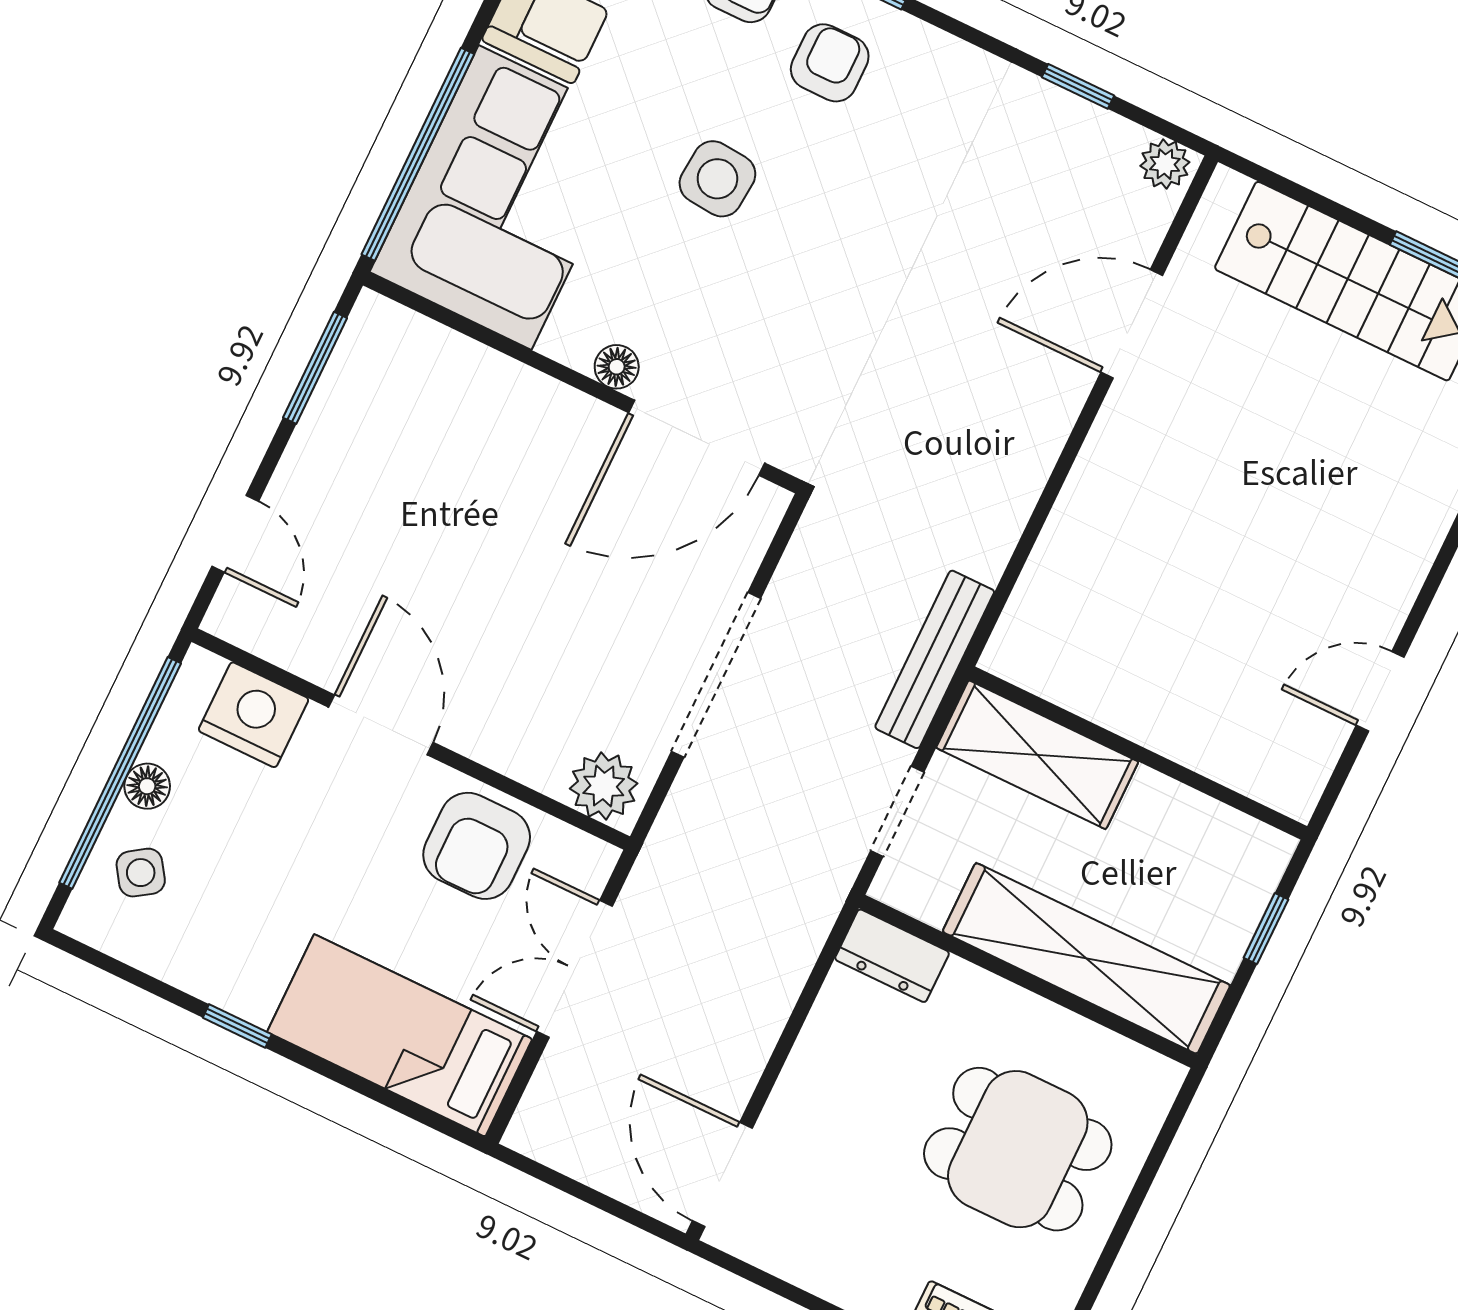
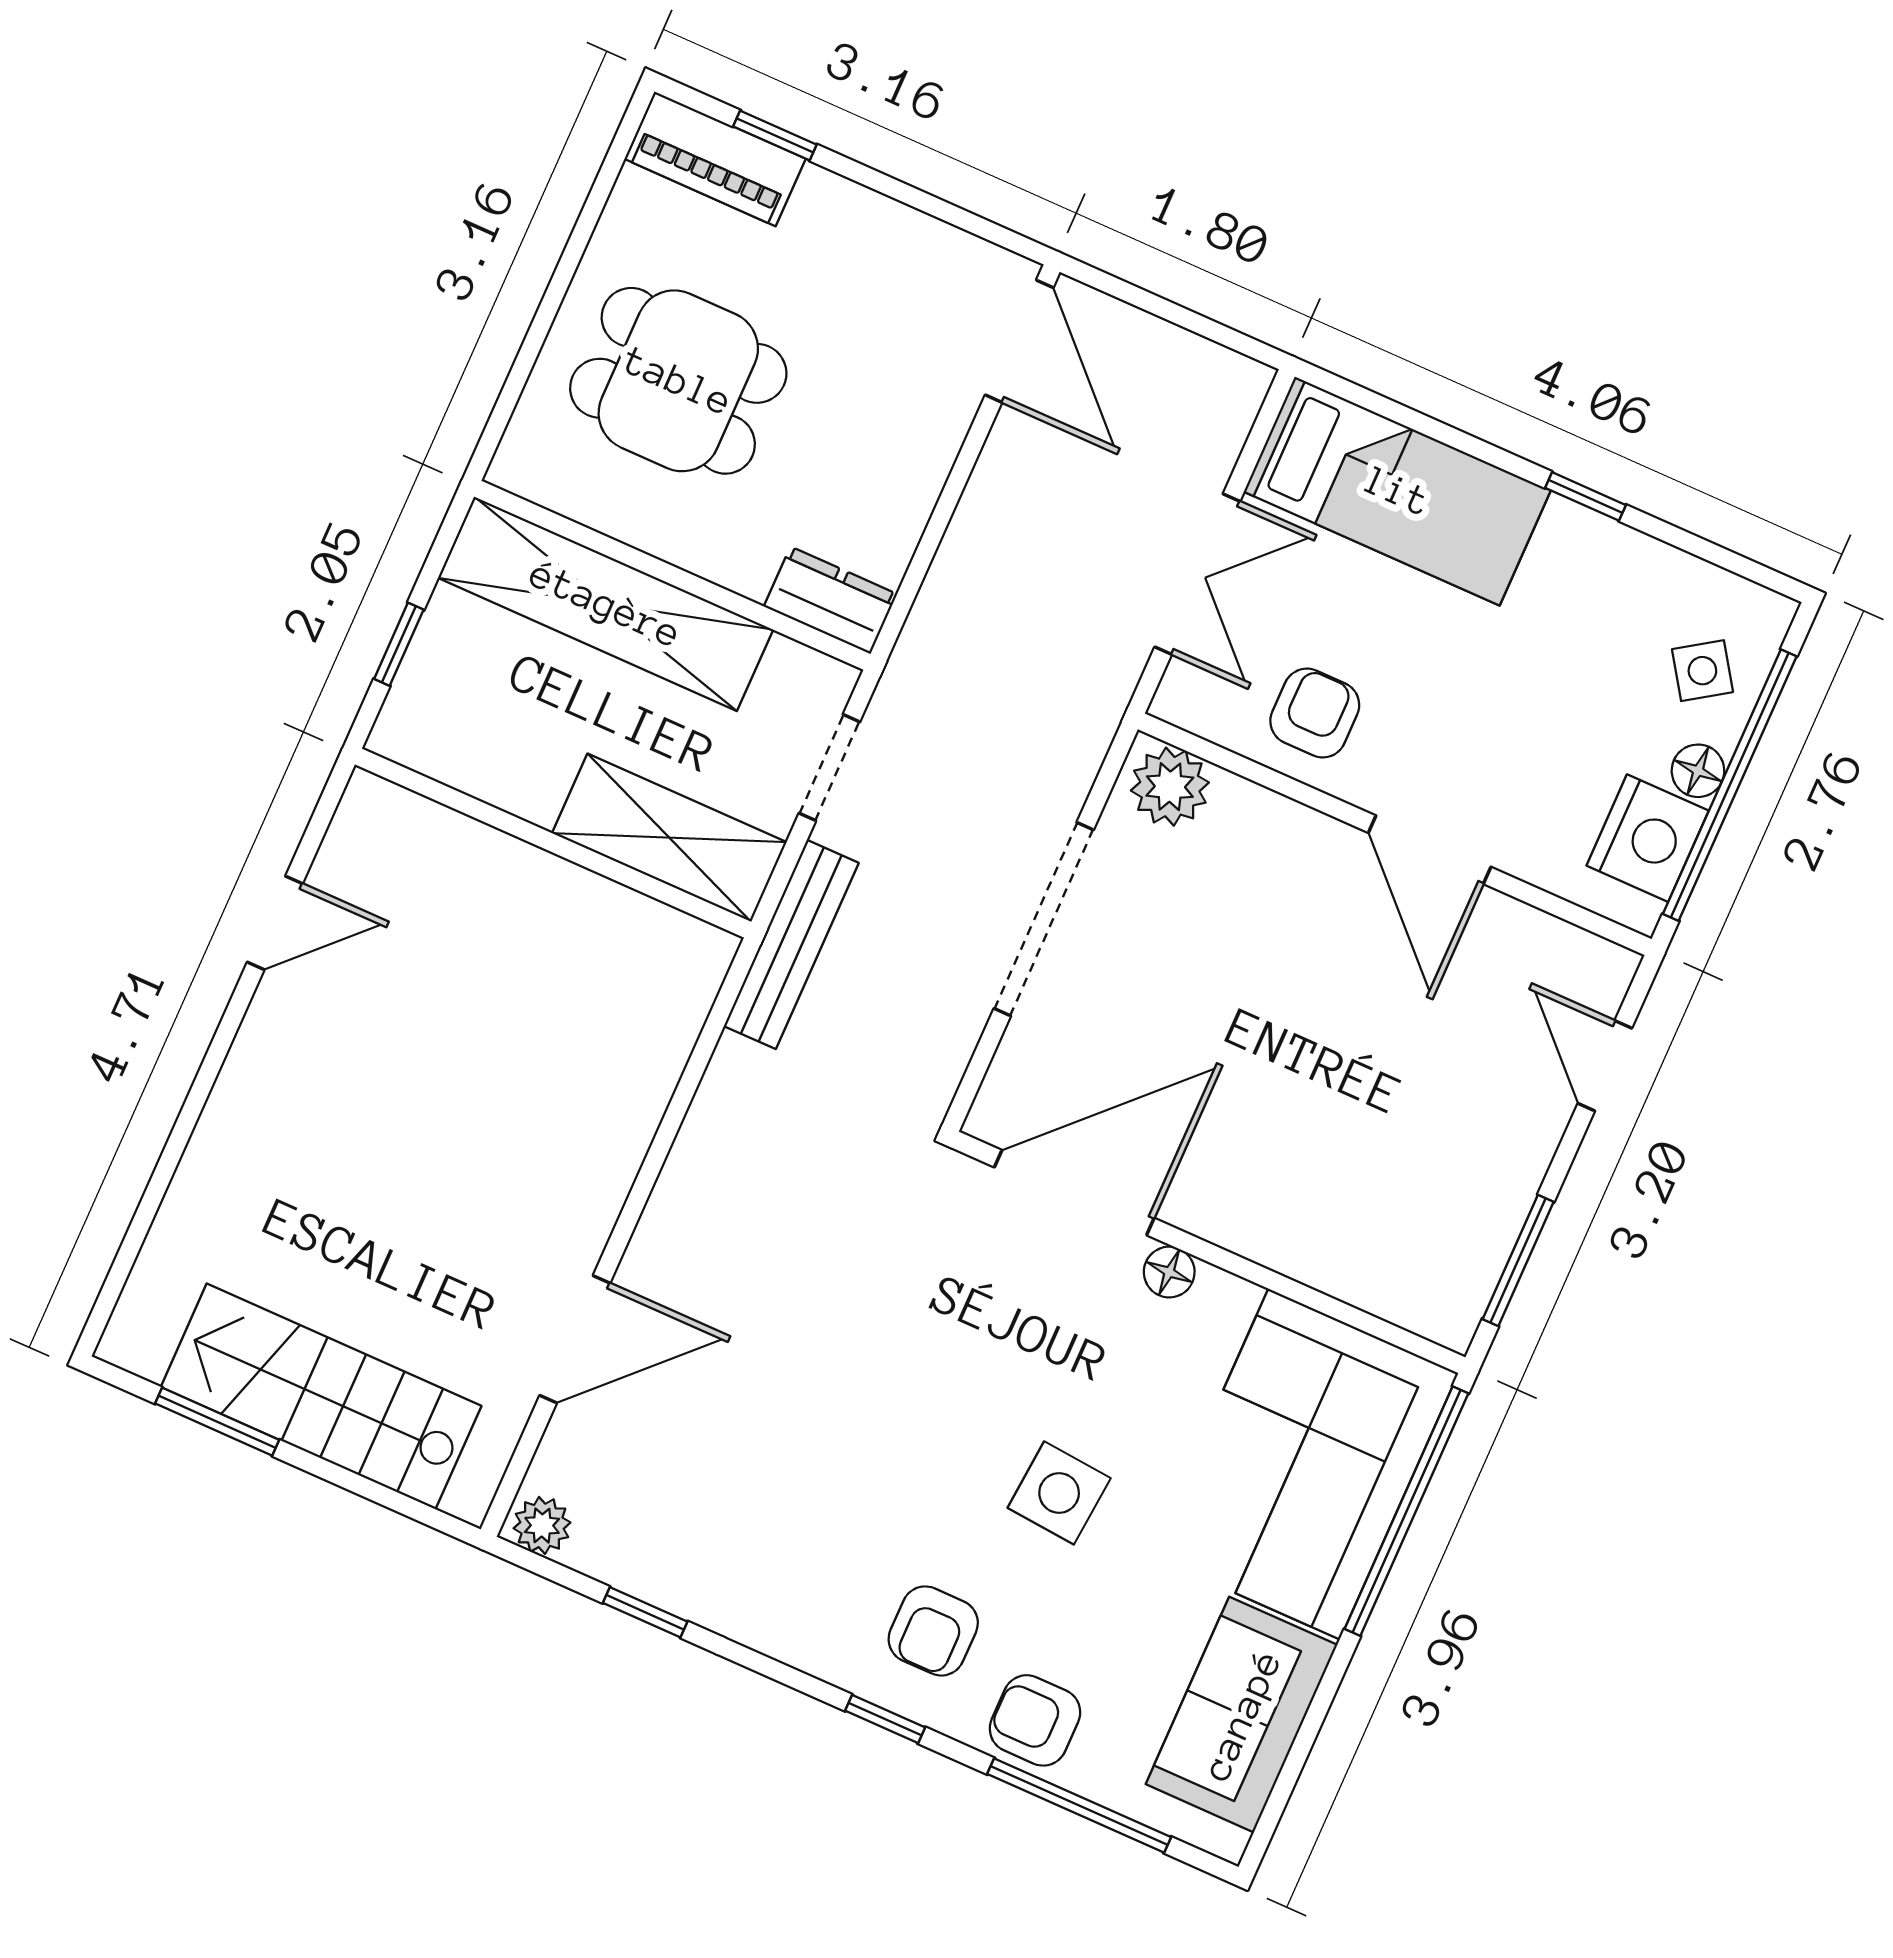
nightstand: (254, 715) -> (1648, 838), moved, turned -90
armchair: (477, 846) -> (1315, 713), width x0.72, depth x0.72

